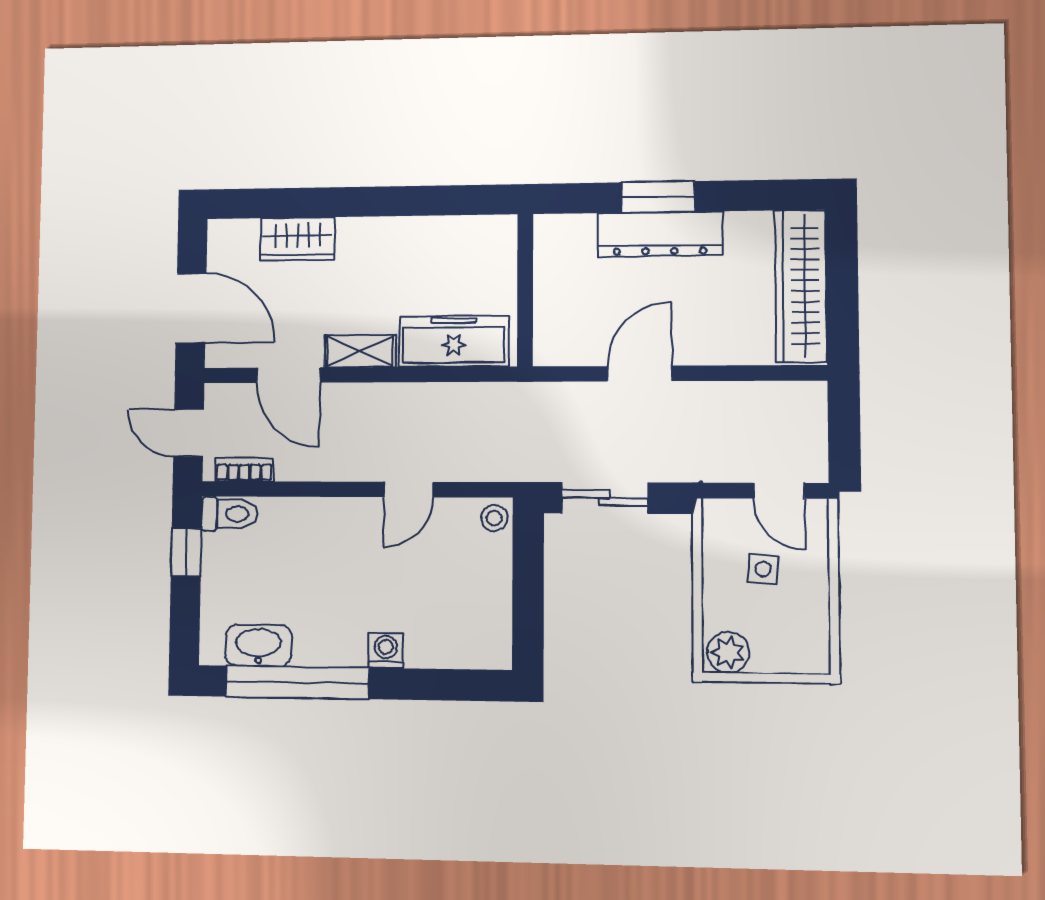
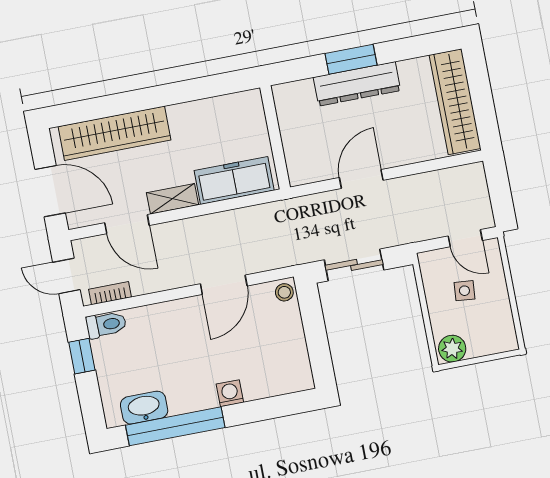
wardrobe: (298, 239) -> (115, 133), width x2.10, depth x1.17
door: (408, 490) -> (224, 285), width x1.38

